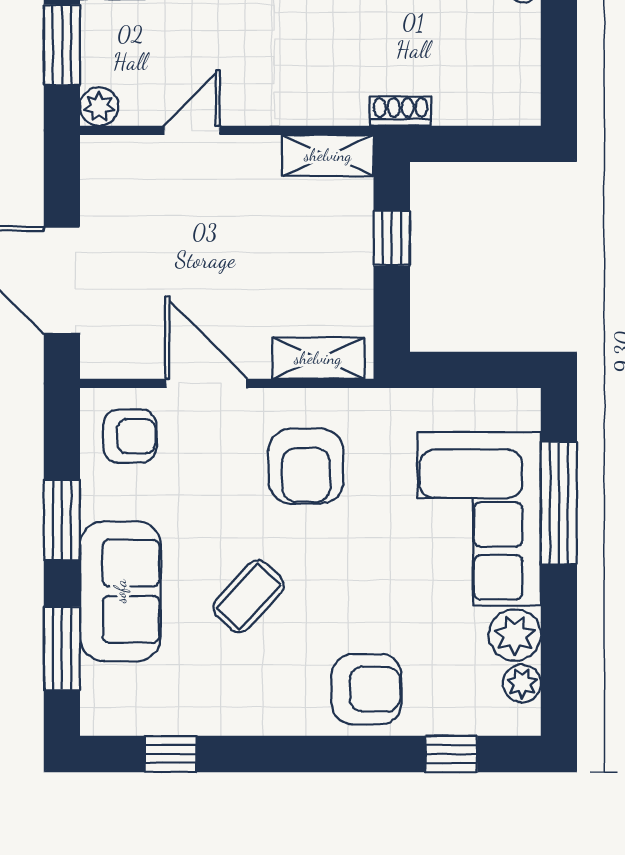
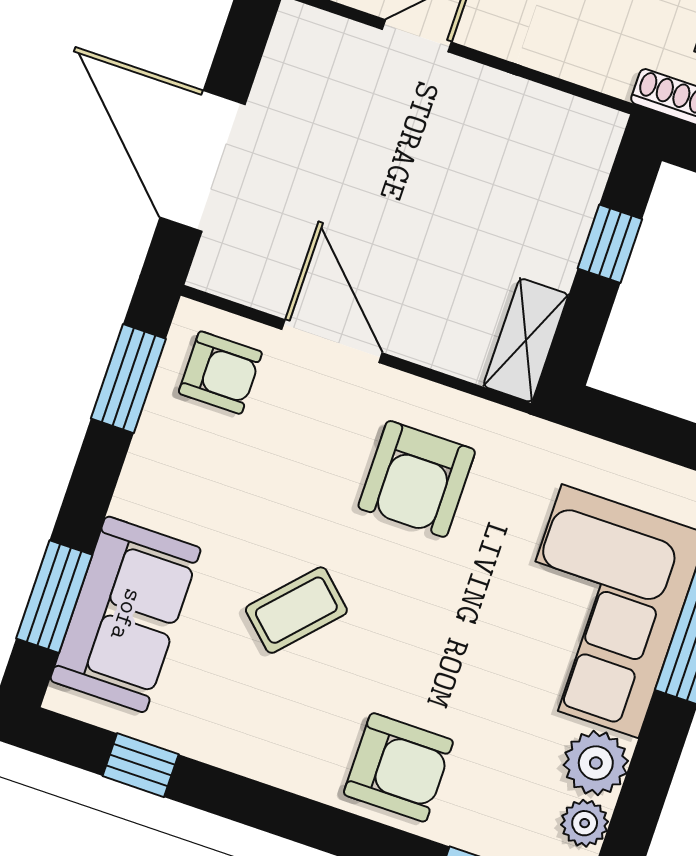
shelving: (328, 155) -> (568, 120), removed
shelving: (318, 358) -> (526, 340), moved, turned 90
window: (62, 520) -> (128, 379), moved
sofa: (120, 591) -> (126, 614), moved

